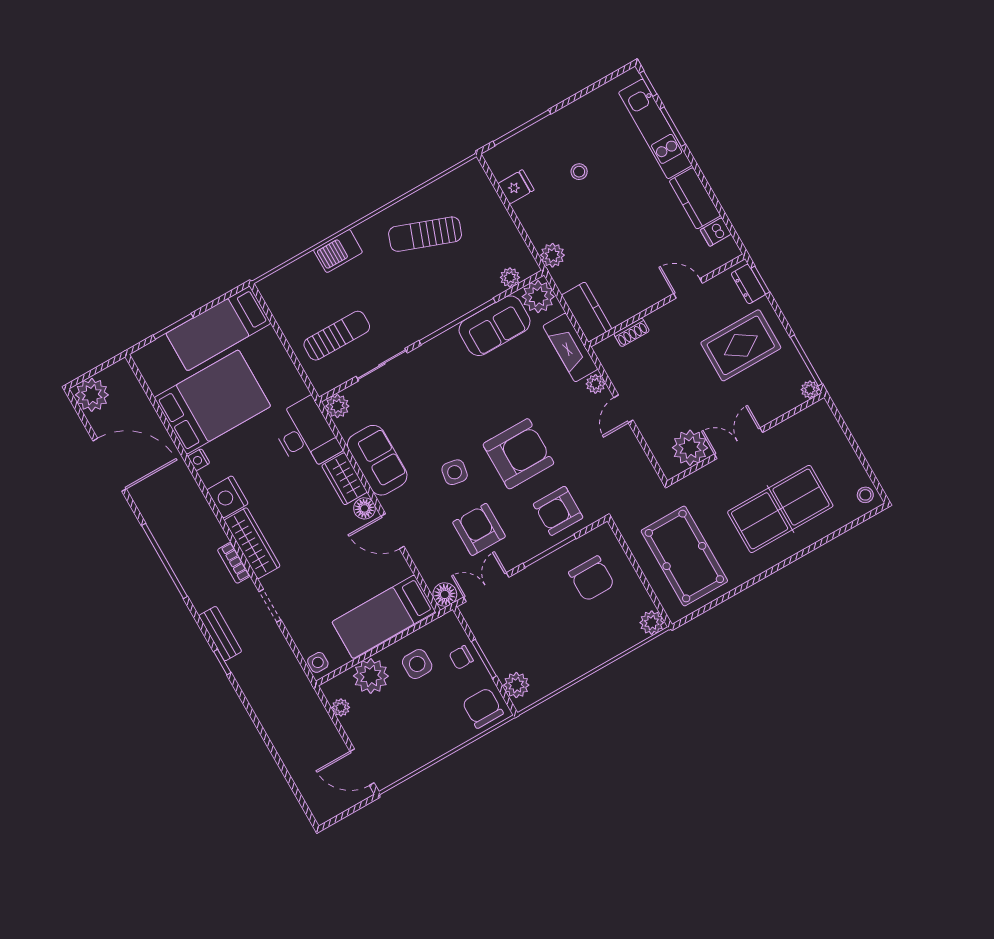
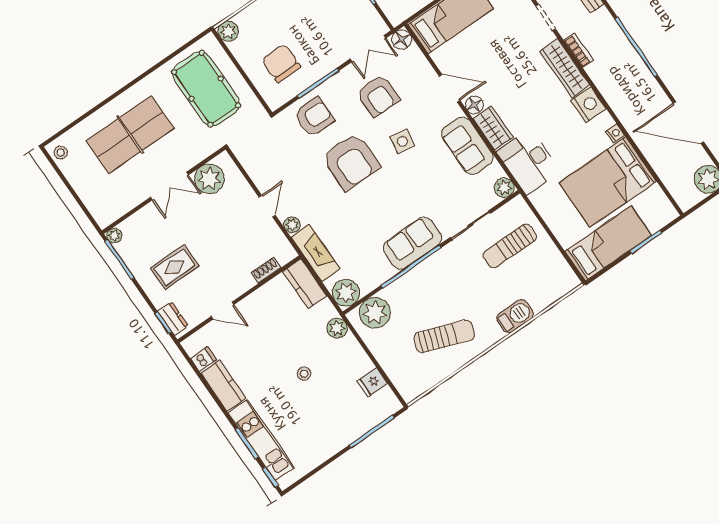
stool: (579, 172) -> (304, 374), moved
plant: (510, 277) -> (375, 313), width x1.87, depth x1.87
sofa: (495, 326) -> (412, 243), moved
rug: (741, 345) -> (175, 267), width x0.73, depth x0.70
armchair: (518, 454) -> (351, 161), turned -90

